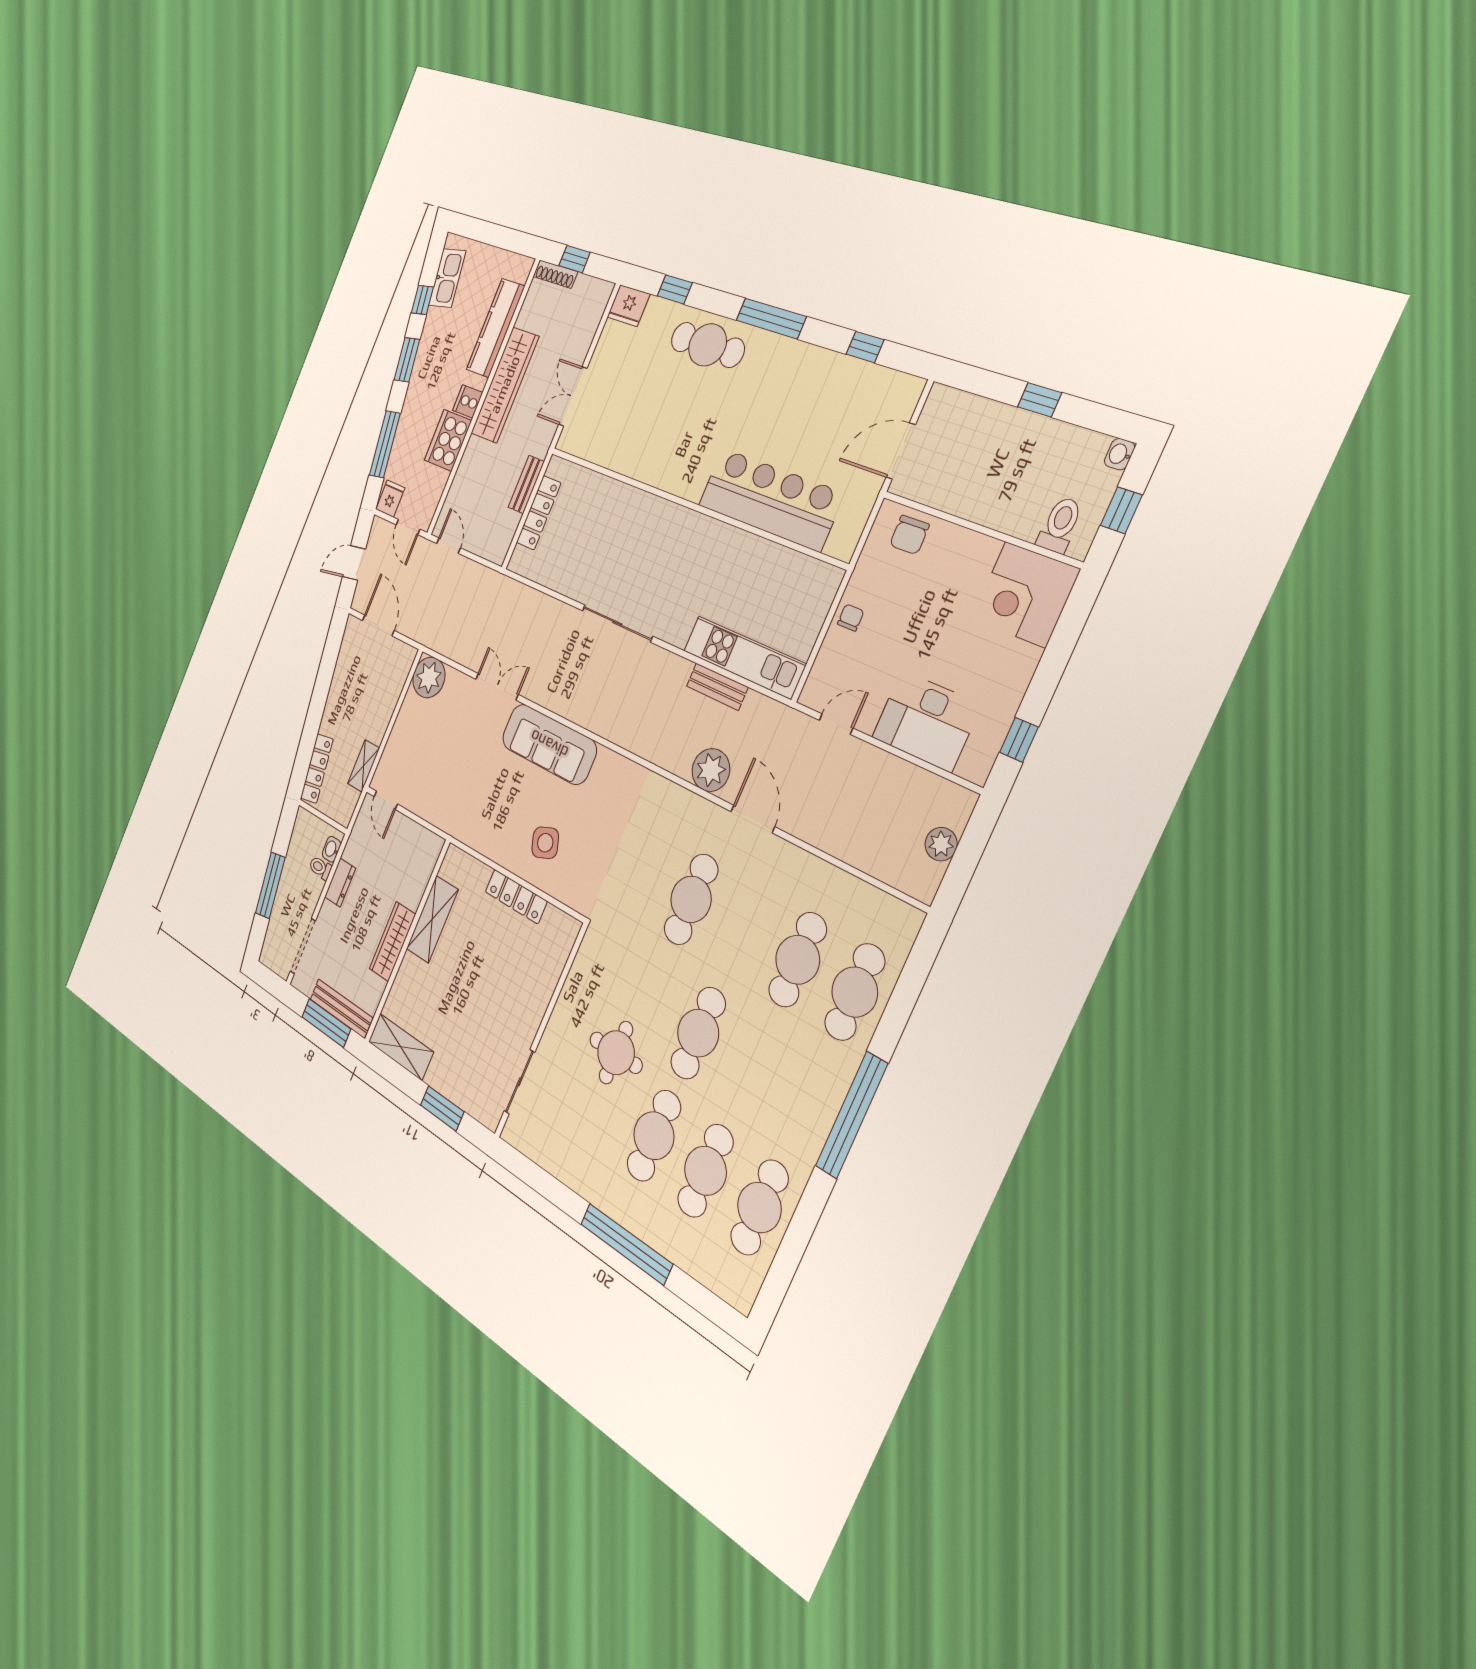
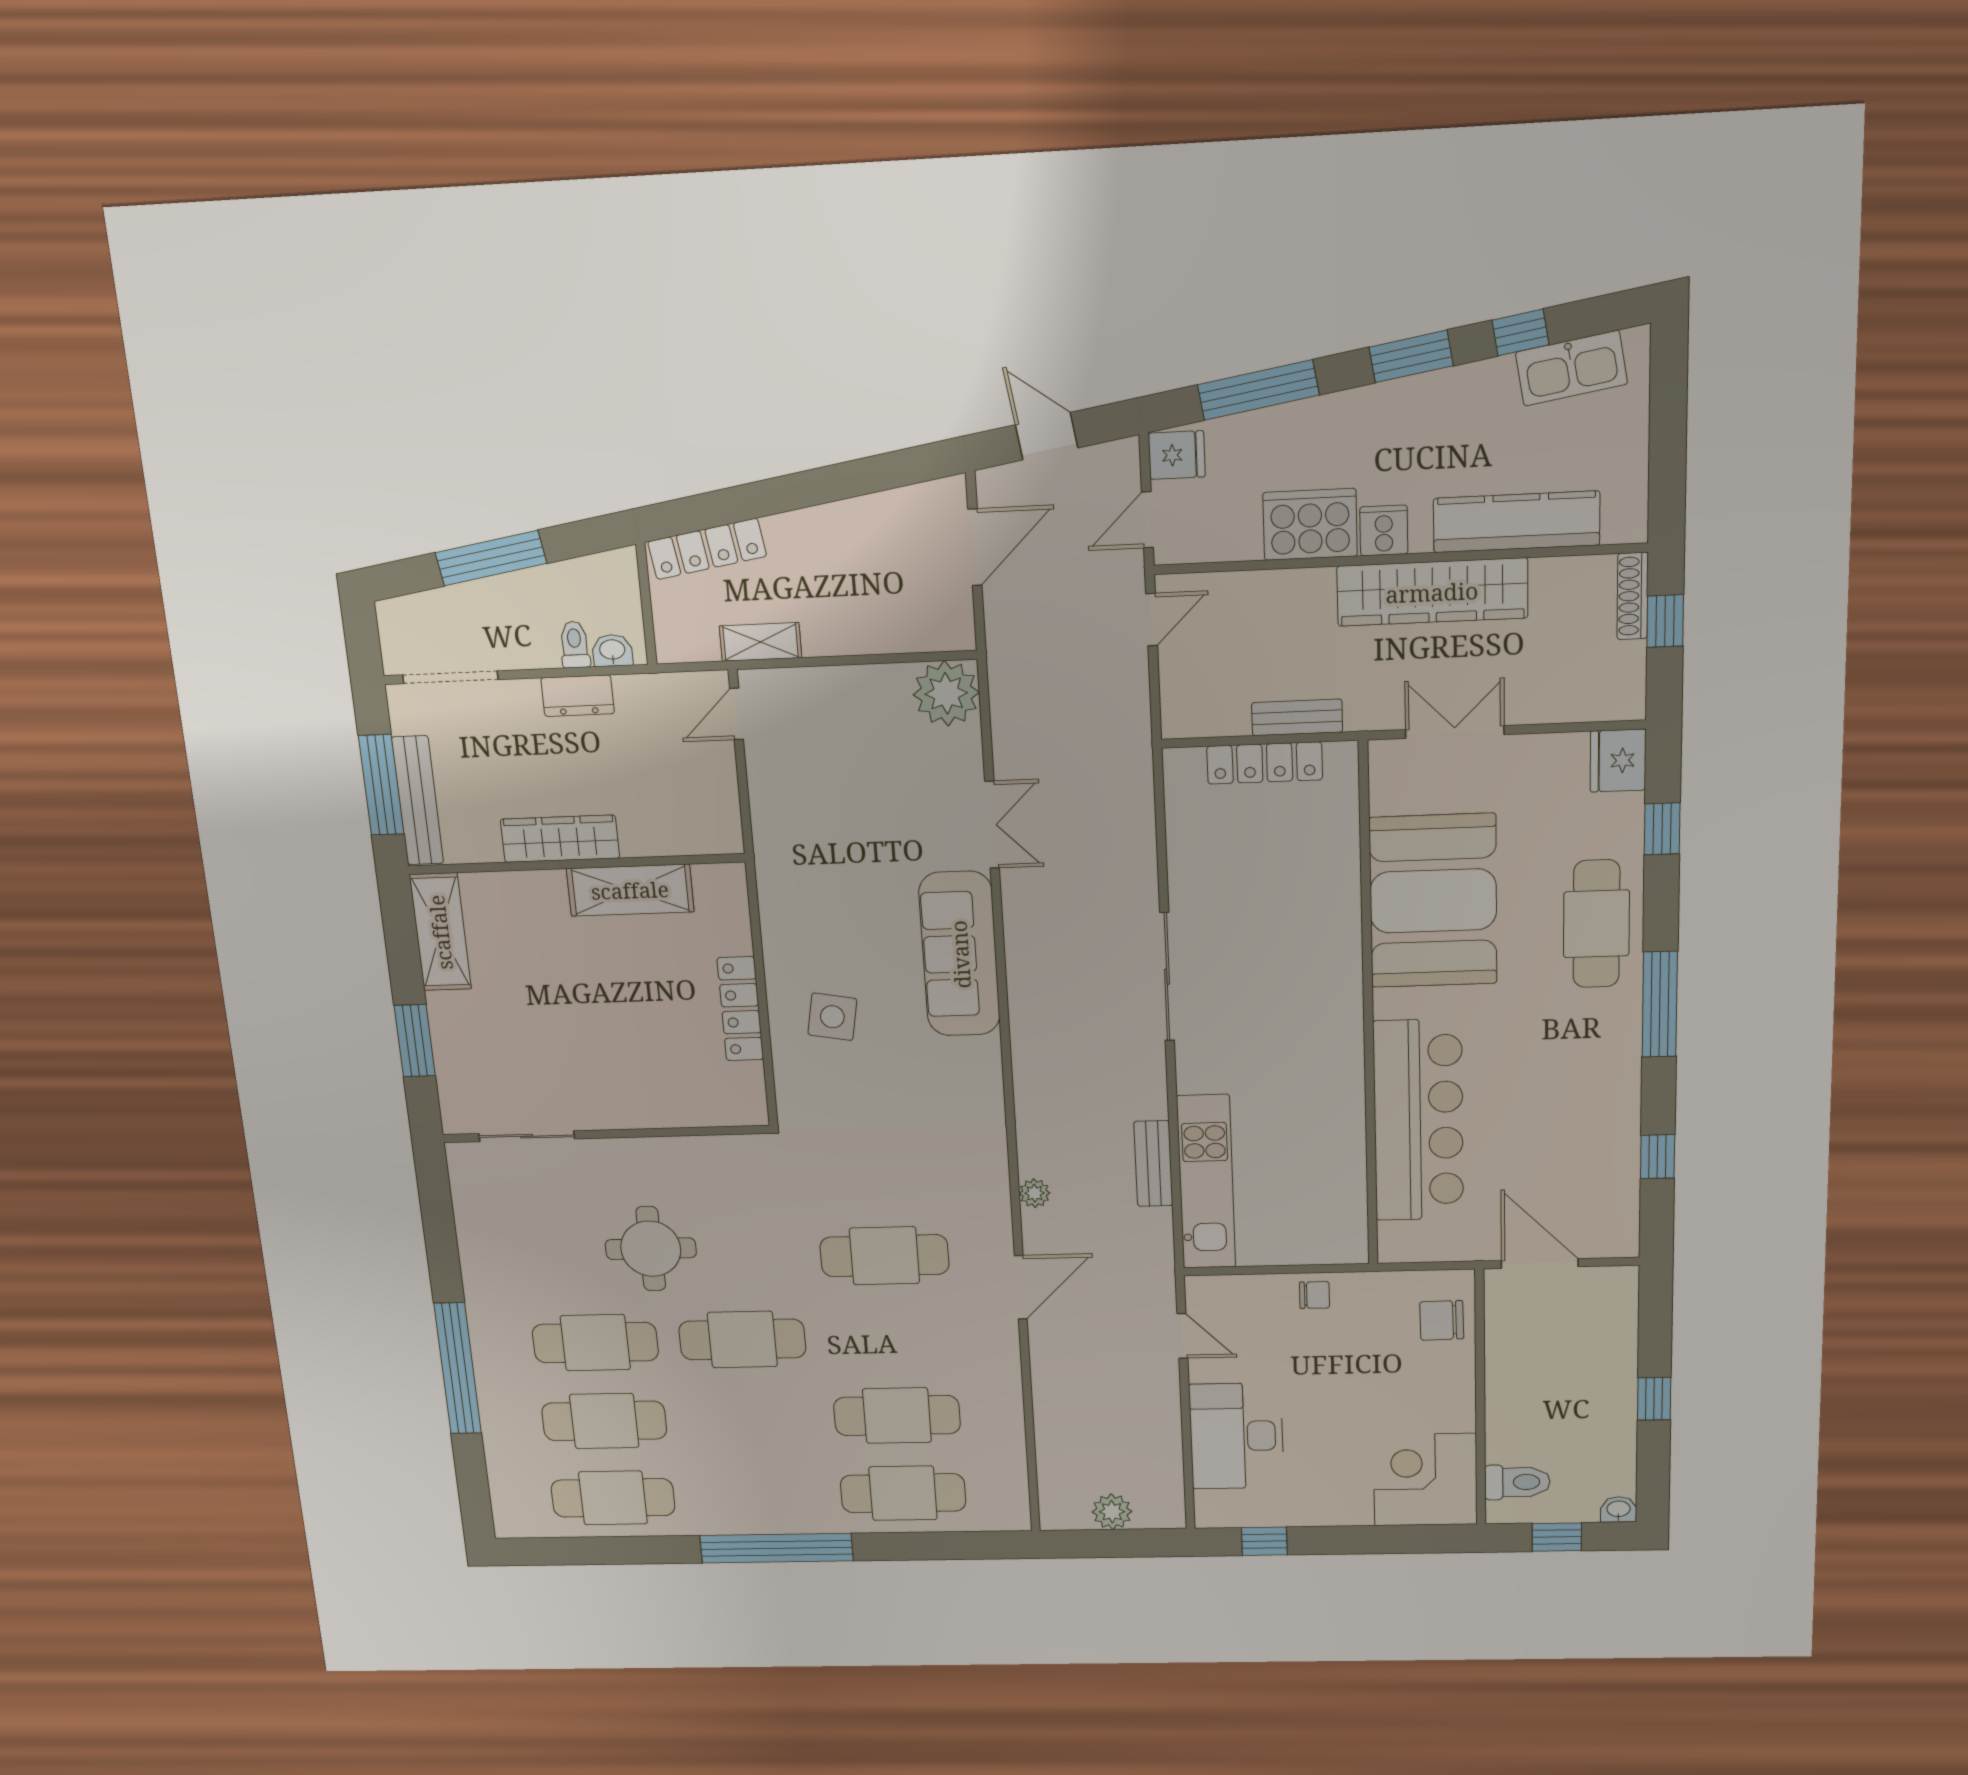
booth: (651, 441) -> (1433, 901), added
plant: (711, 770) -> (1035, 1193), width x0.53, depth x0.53
side table: (545, 843) -> (832, 1017), turned 30

